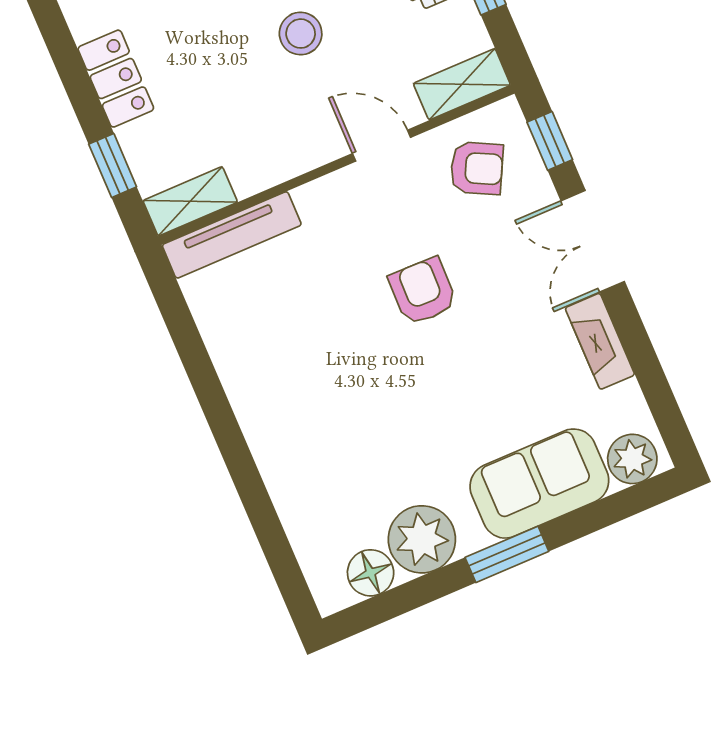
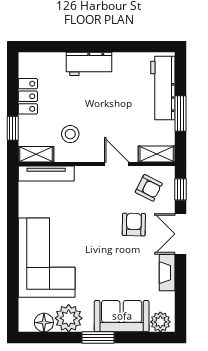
stool: (301, 34) -> (70, 134), moved
armchair: (423, 291) -> (134, 225), moved
corner sofa: (314, 424) -> (47, 258), added

